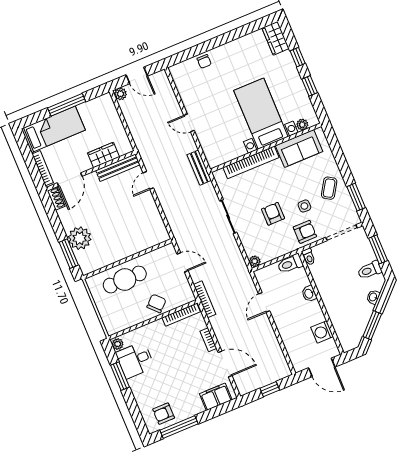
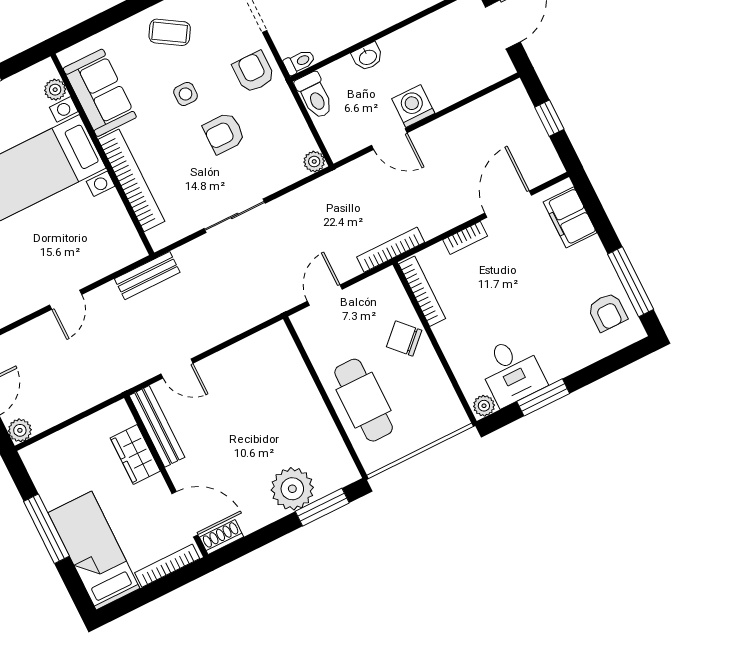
side table: (304, 206) -> (186, 94), moved
washing machine: (322, 332) -> (413, 106), moved, turned 180

